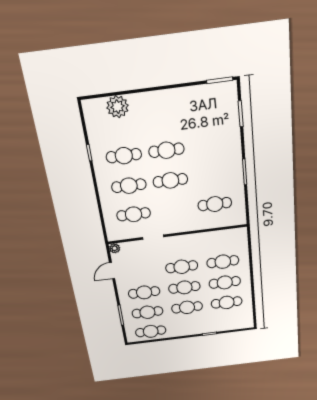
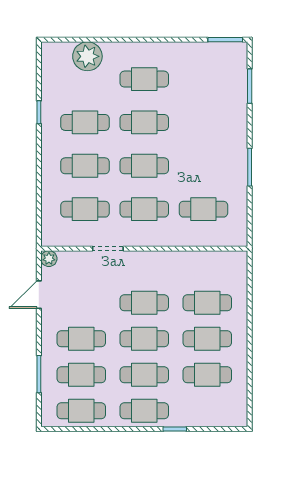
cafe table: (162, 119) -> (144, 79), added
cafe table: (174, 209) -> (144, 209), added
cafe table: (190, 327) -> (144, 411), added

